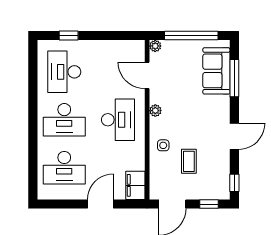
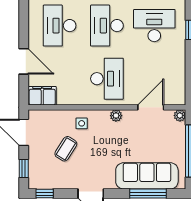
sofa: (216, 71) -> (147, 176), width x1.36
desk: (118, 120) -> (107, 79), turned -90
coffee table: (189, 161) -> (66, 149), turned -58

